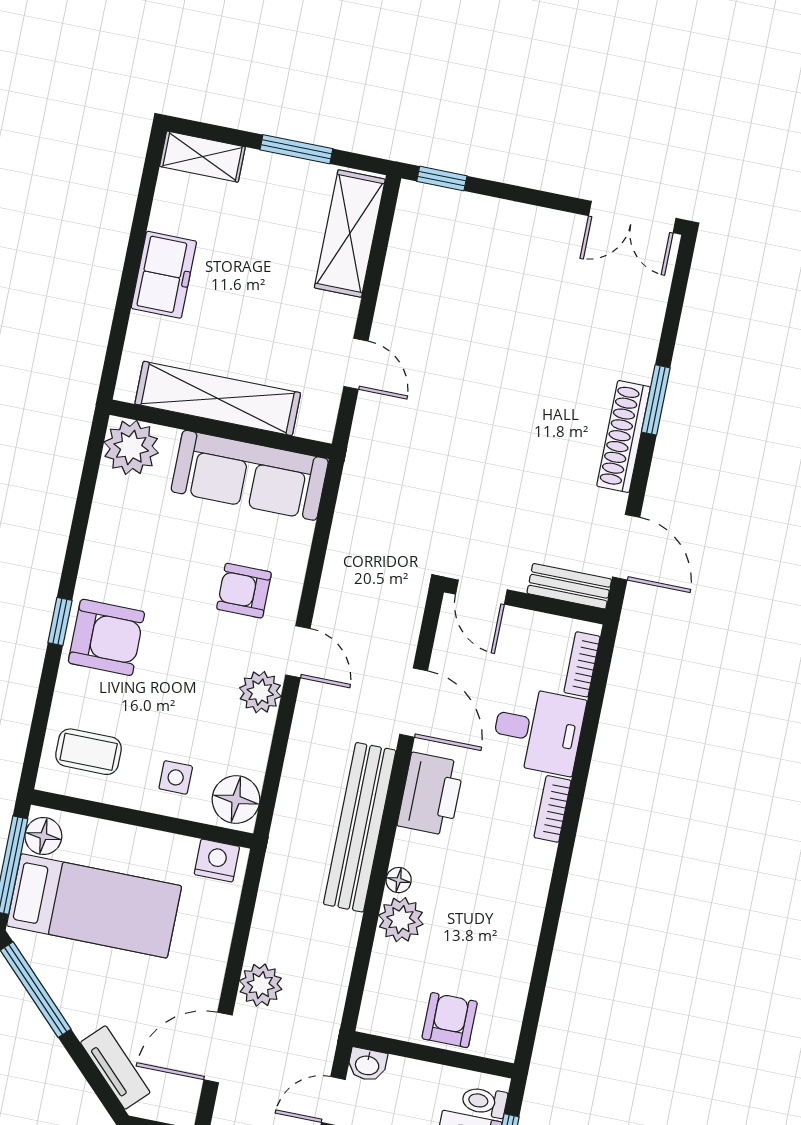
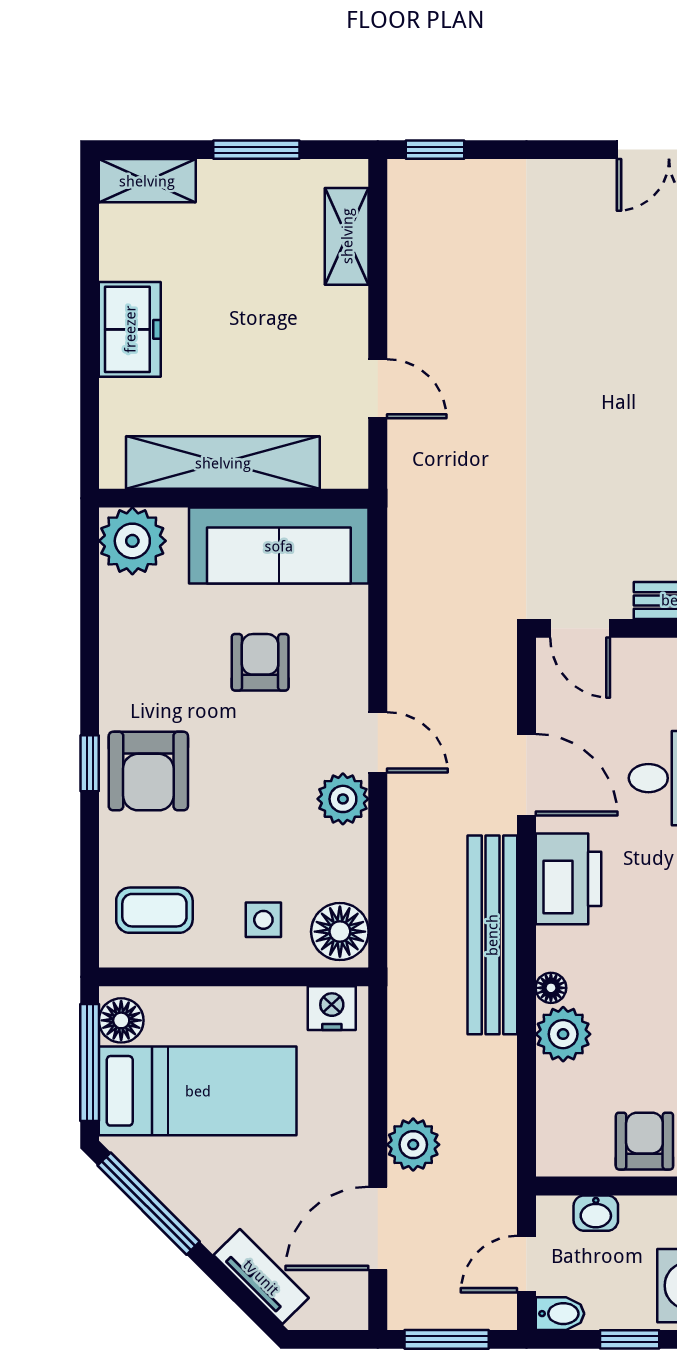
shelving: (350, 234) -> (347, 236), width x0.67, depth x0.75
armchair: (244, 591) -> (260, 662), moved, turned 90
armchair: (106, 637) -> (148, 771), turned 90
washbasin: (367, 1065) -> (596, 1213), moved

